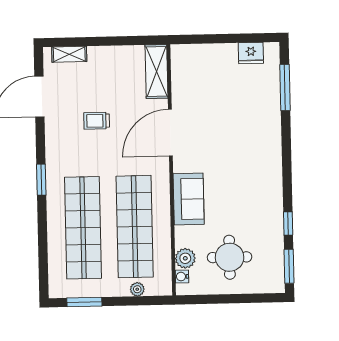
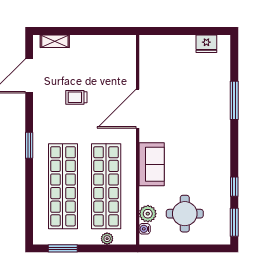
shelving: (156, 71) -> (127, 57), removed
window: (285, 87) -> (234, 100), moved

